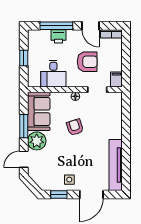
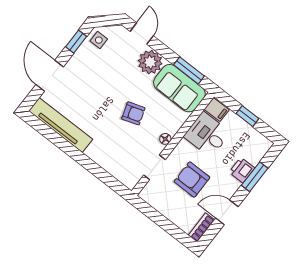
window: (56, 26) -> (255, 177), width x0.69
armchair: (87, 62) -> (192, 179), turned 90
filing cabinet: (116, 79) -> (217, 110), moved
window: (24, 126) -> (189, 70), moved
side table: (69, 180) -> (99, 40), moved

